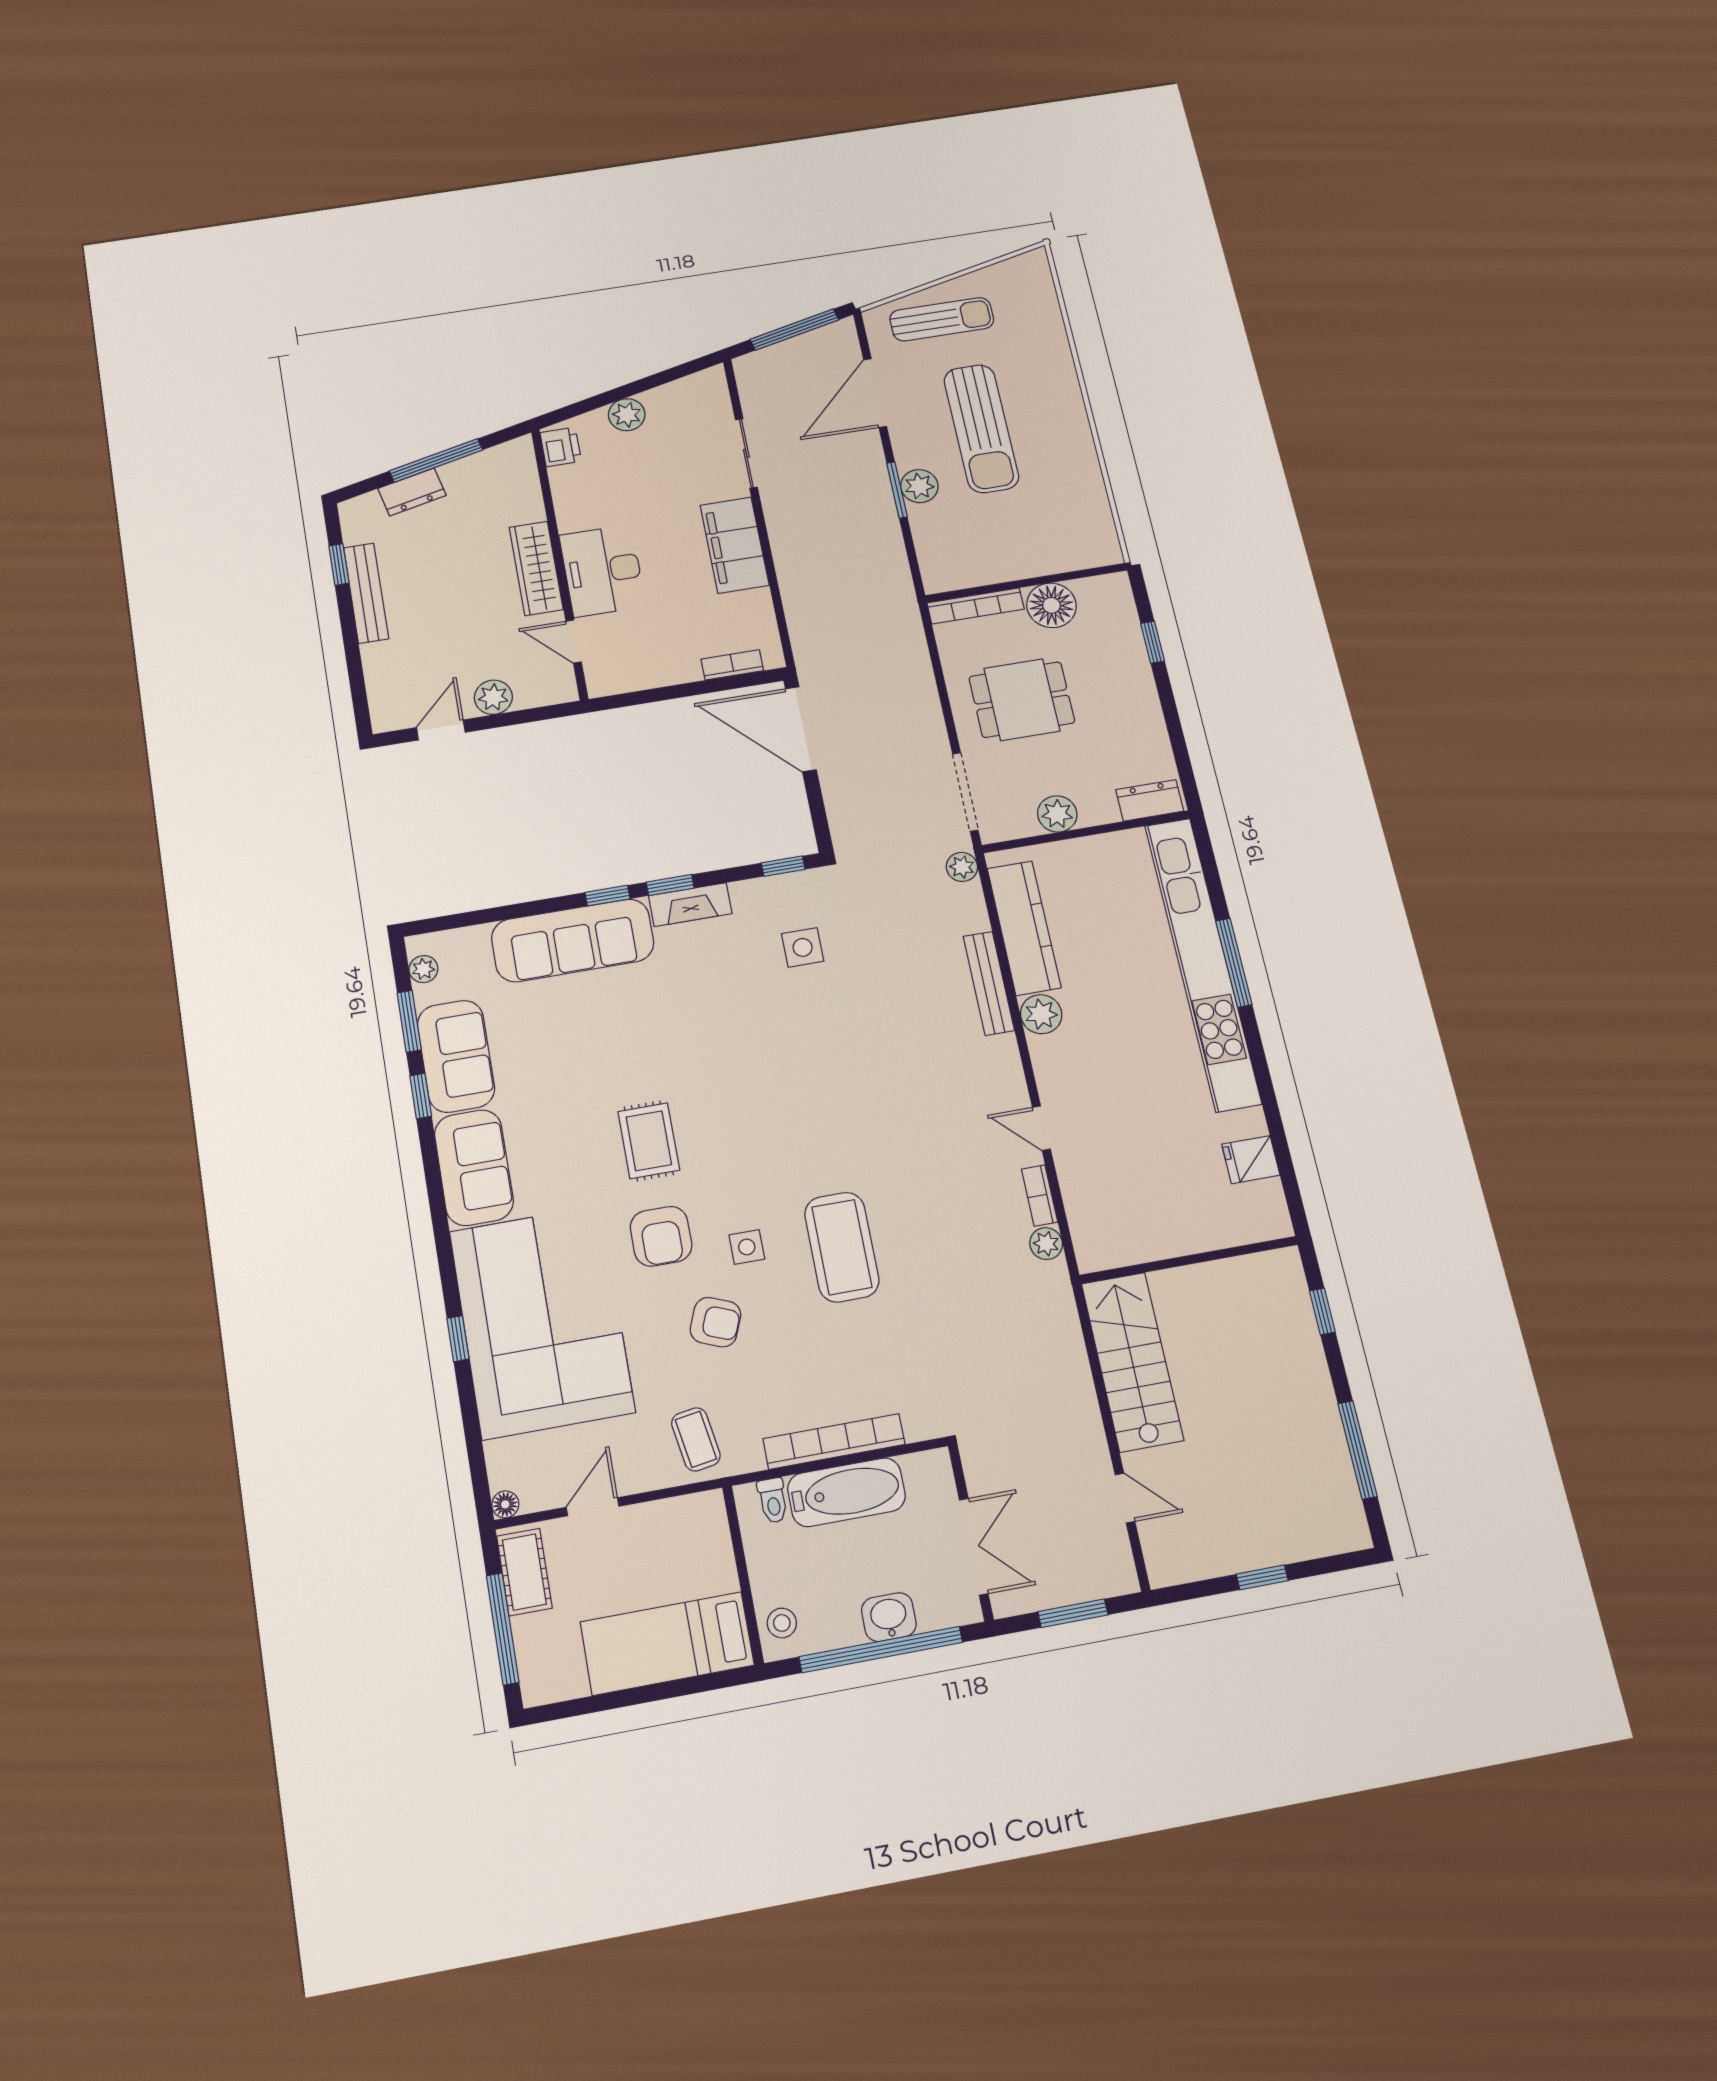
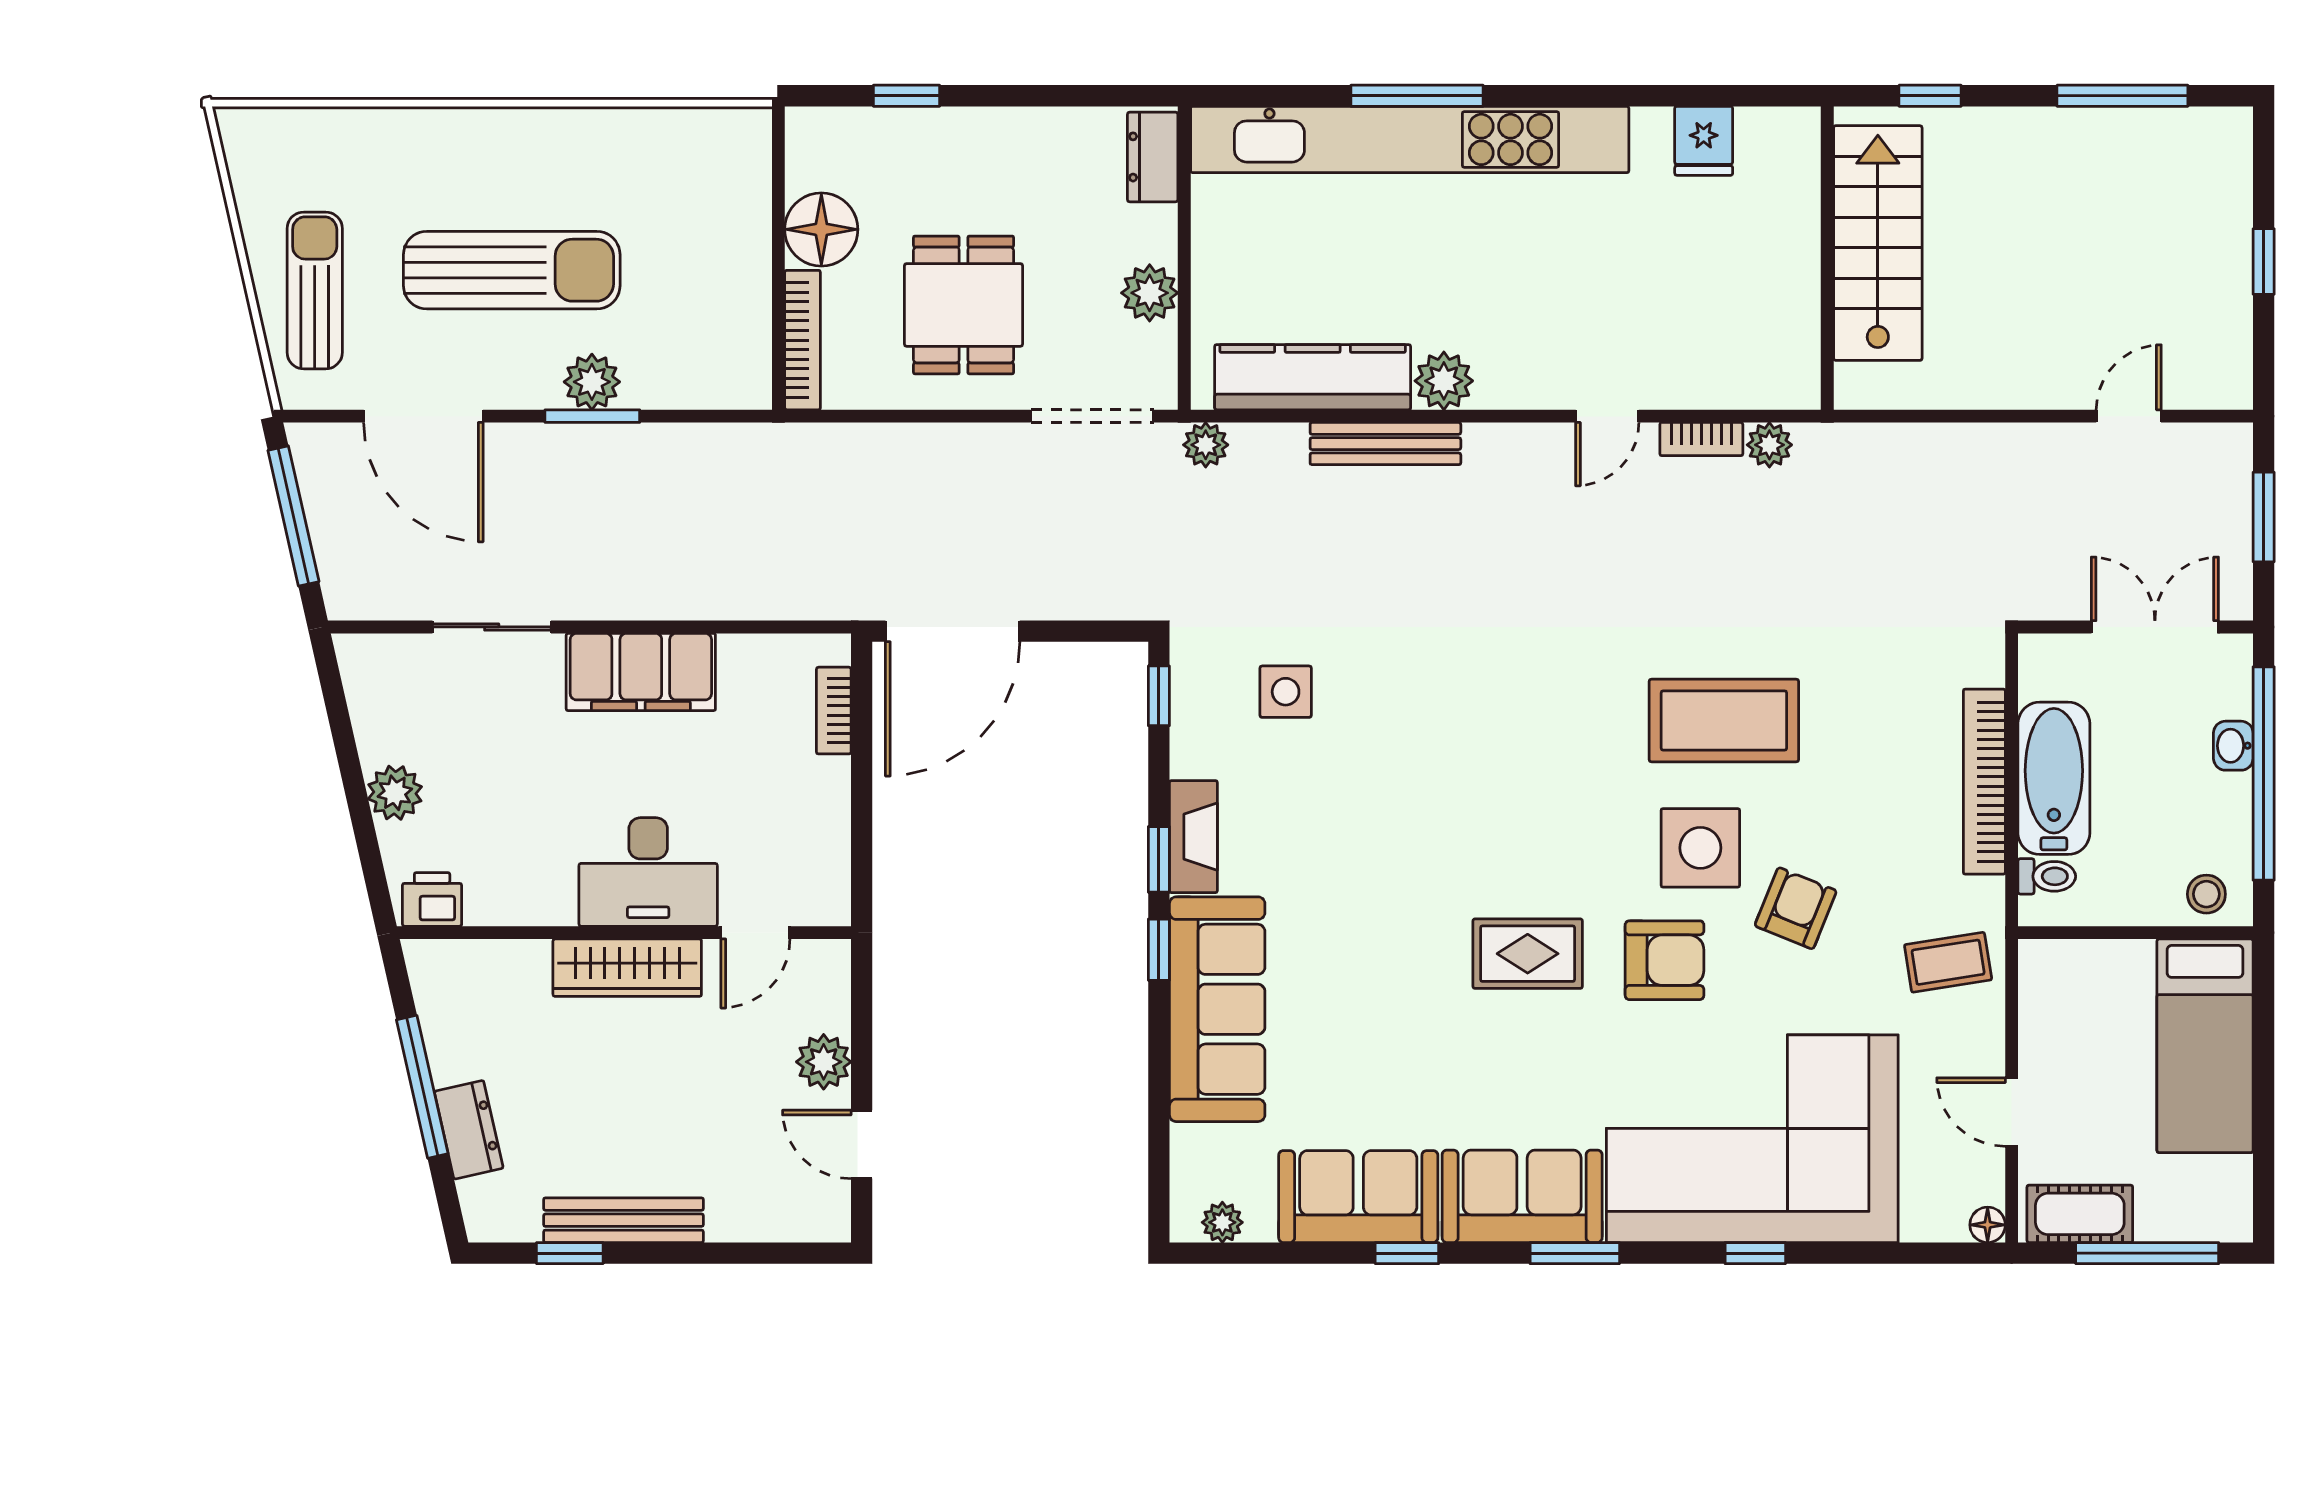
window: (409, 1021) -> (1575, 1253), moved
side table: (747, 1247) -> (1700, 848), width x1.87, depth x1.87
stairs: (1132, 1362) -> (1878, 243), moved, turned 90
washbasin: (889, 1617) -> (2233, 746), width x0.72, depth x0.69

